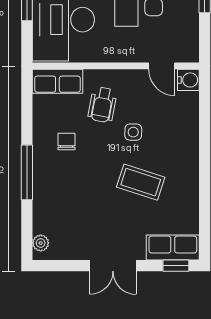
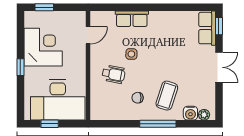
water cooler: (188, 80) -> (190, 113), moved, turned 180
row of seats: (57, 81) -> (132, 19), moved, turned 90
coffee table: (141, 182) -> (167, 96), moved

